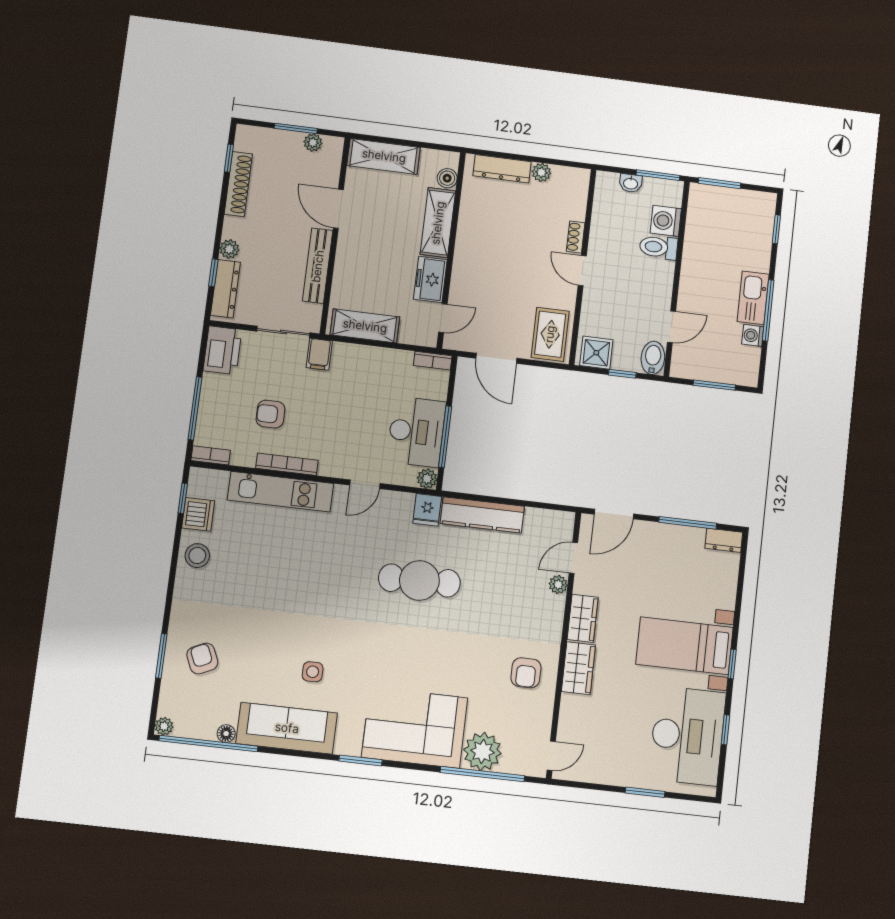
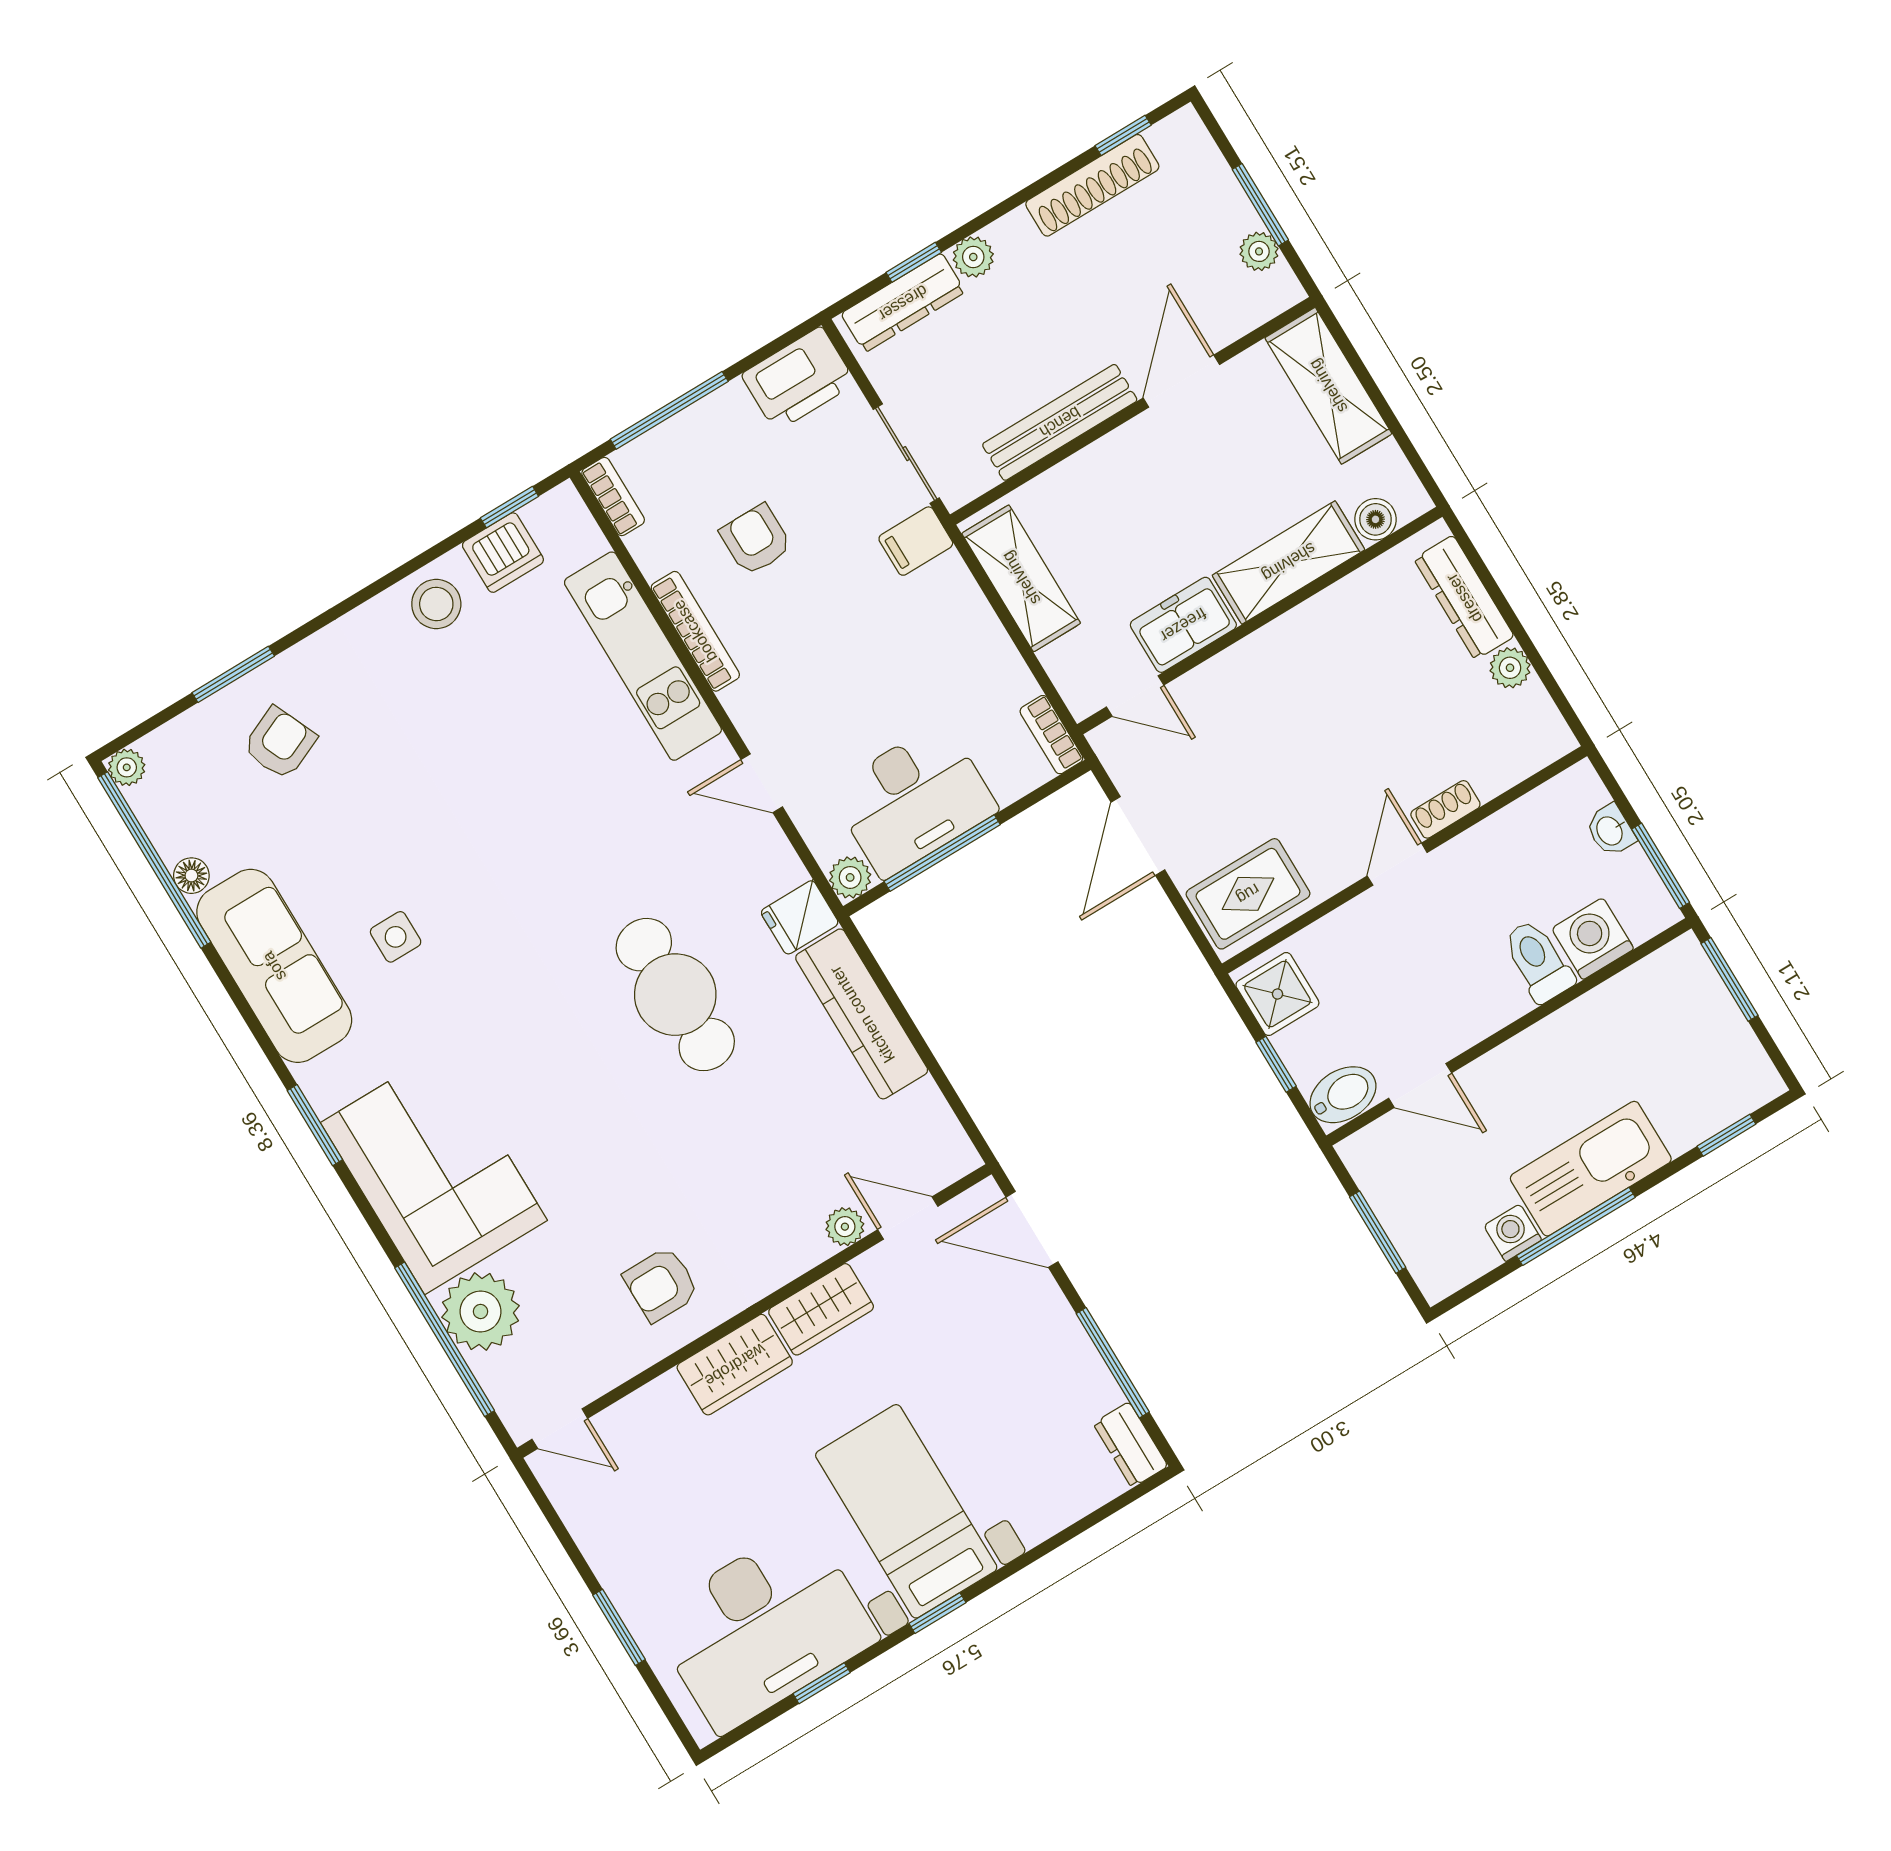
kitchen sink: (753, 298) -> (1591, 1169), width x1.36, depth x1.24

